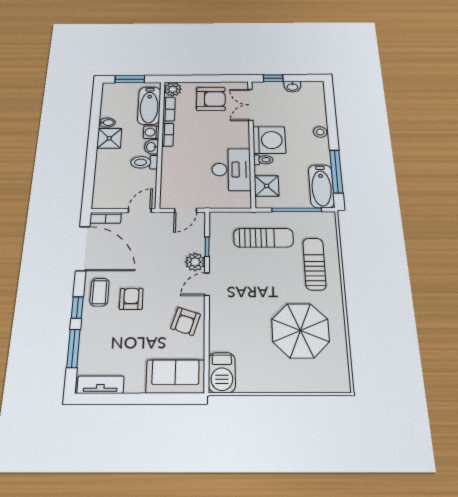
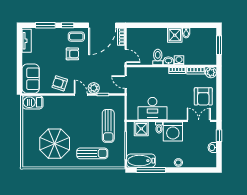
bathtub: (149, 106) -> (199, 58), removed

